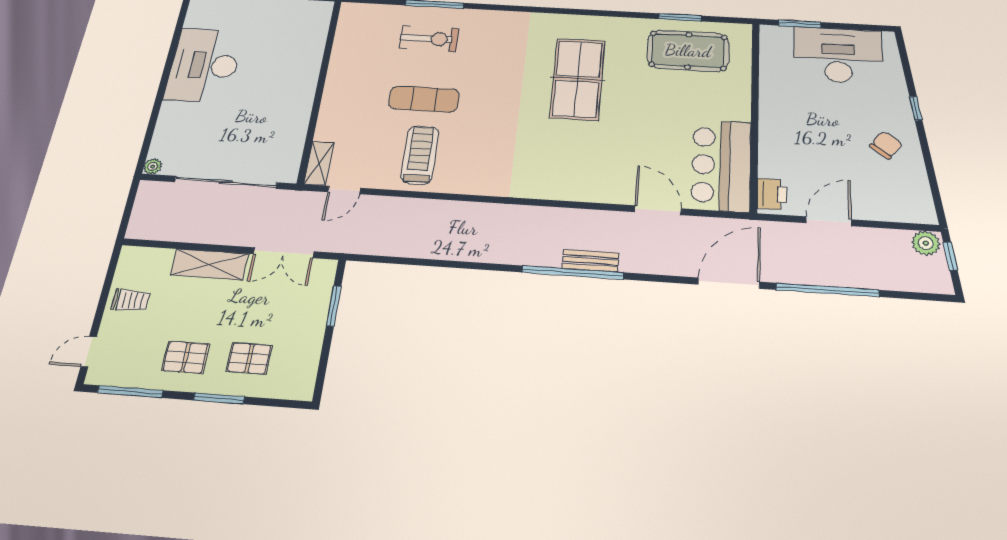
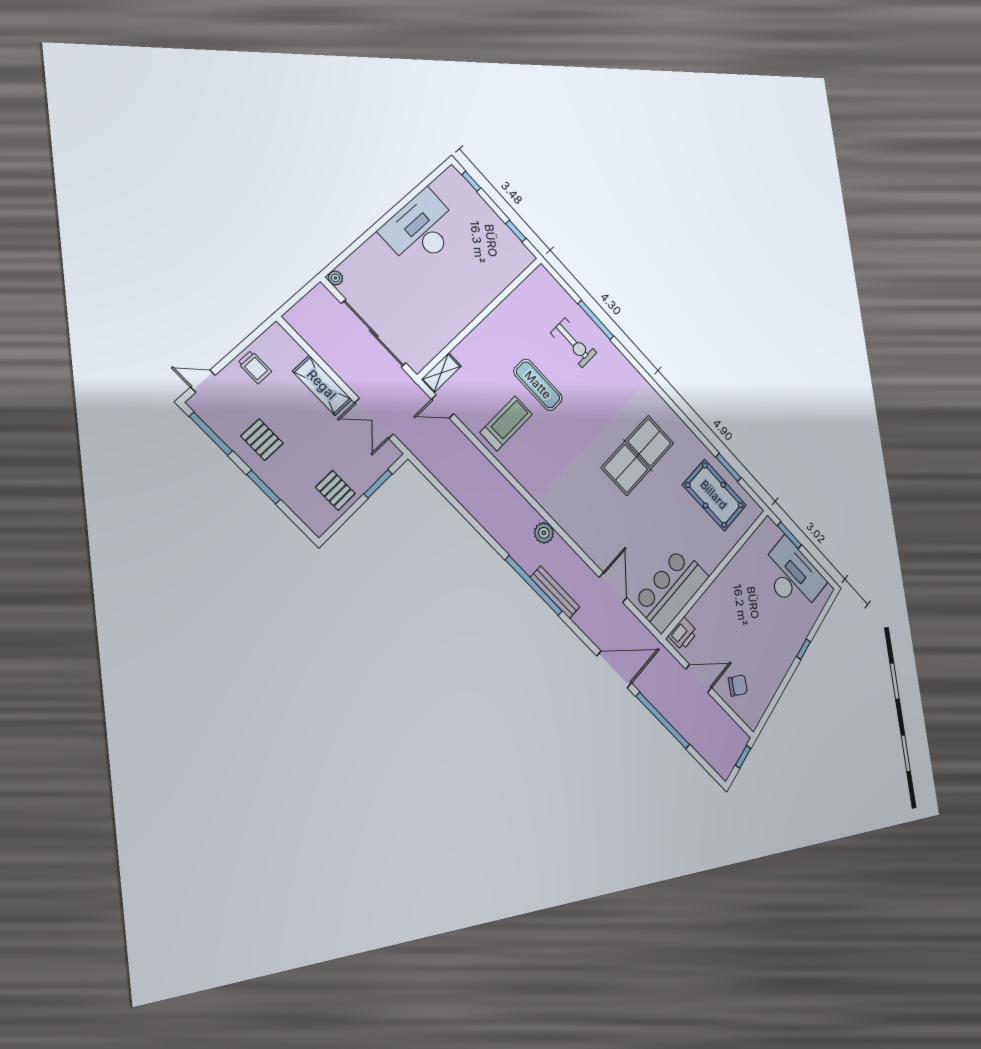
chair: (886, 145) -> (738, 685), moved
plant: (926, 243) -> (544, 533), moved
bench: (591, 261) -> (555, 592), width x1.36
pallet: (249, 358) -> (335, 490), moved

